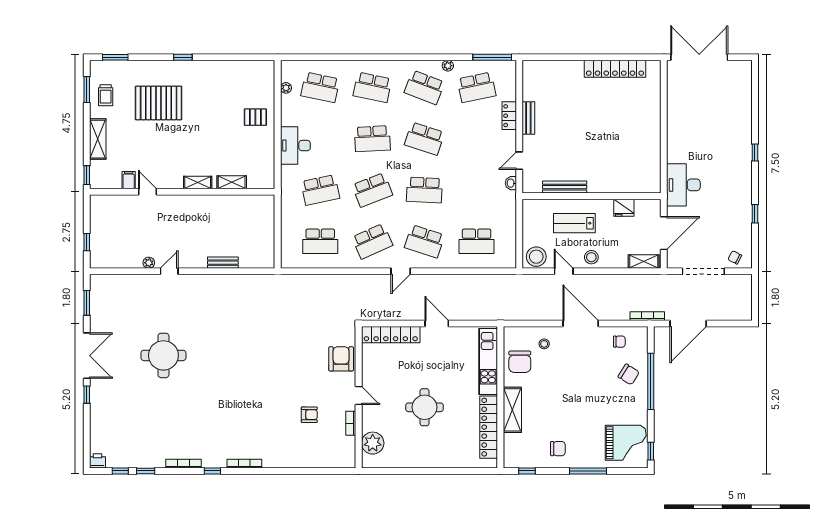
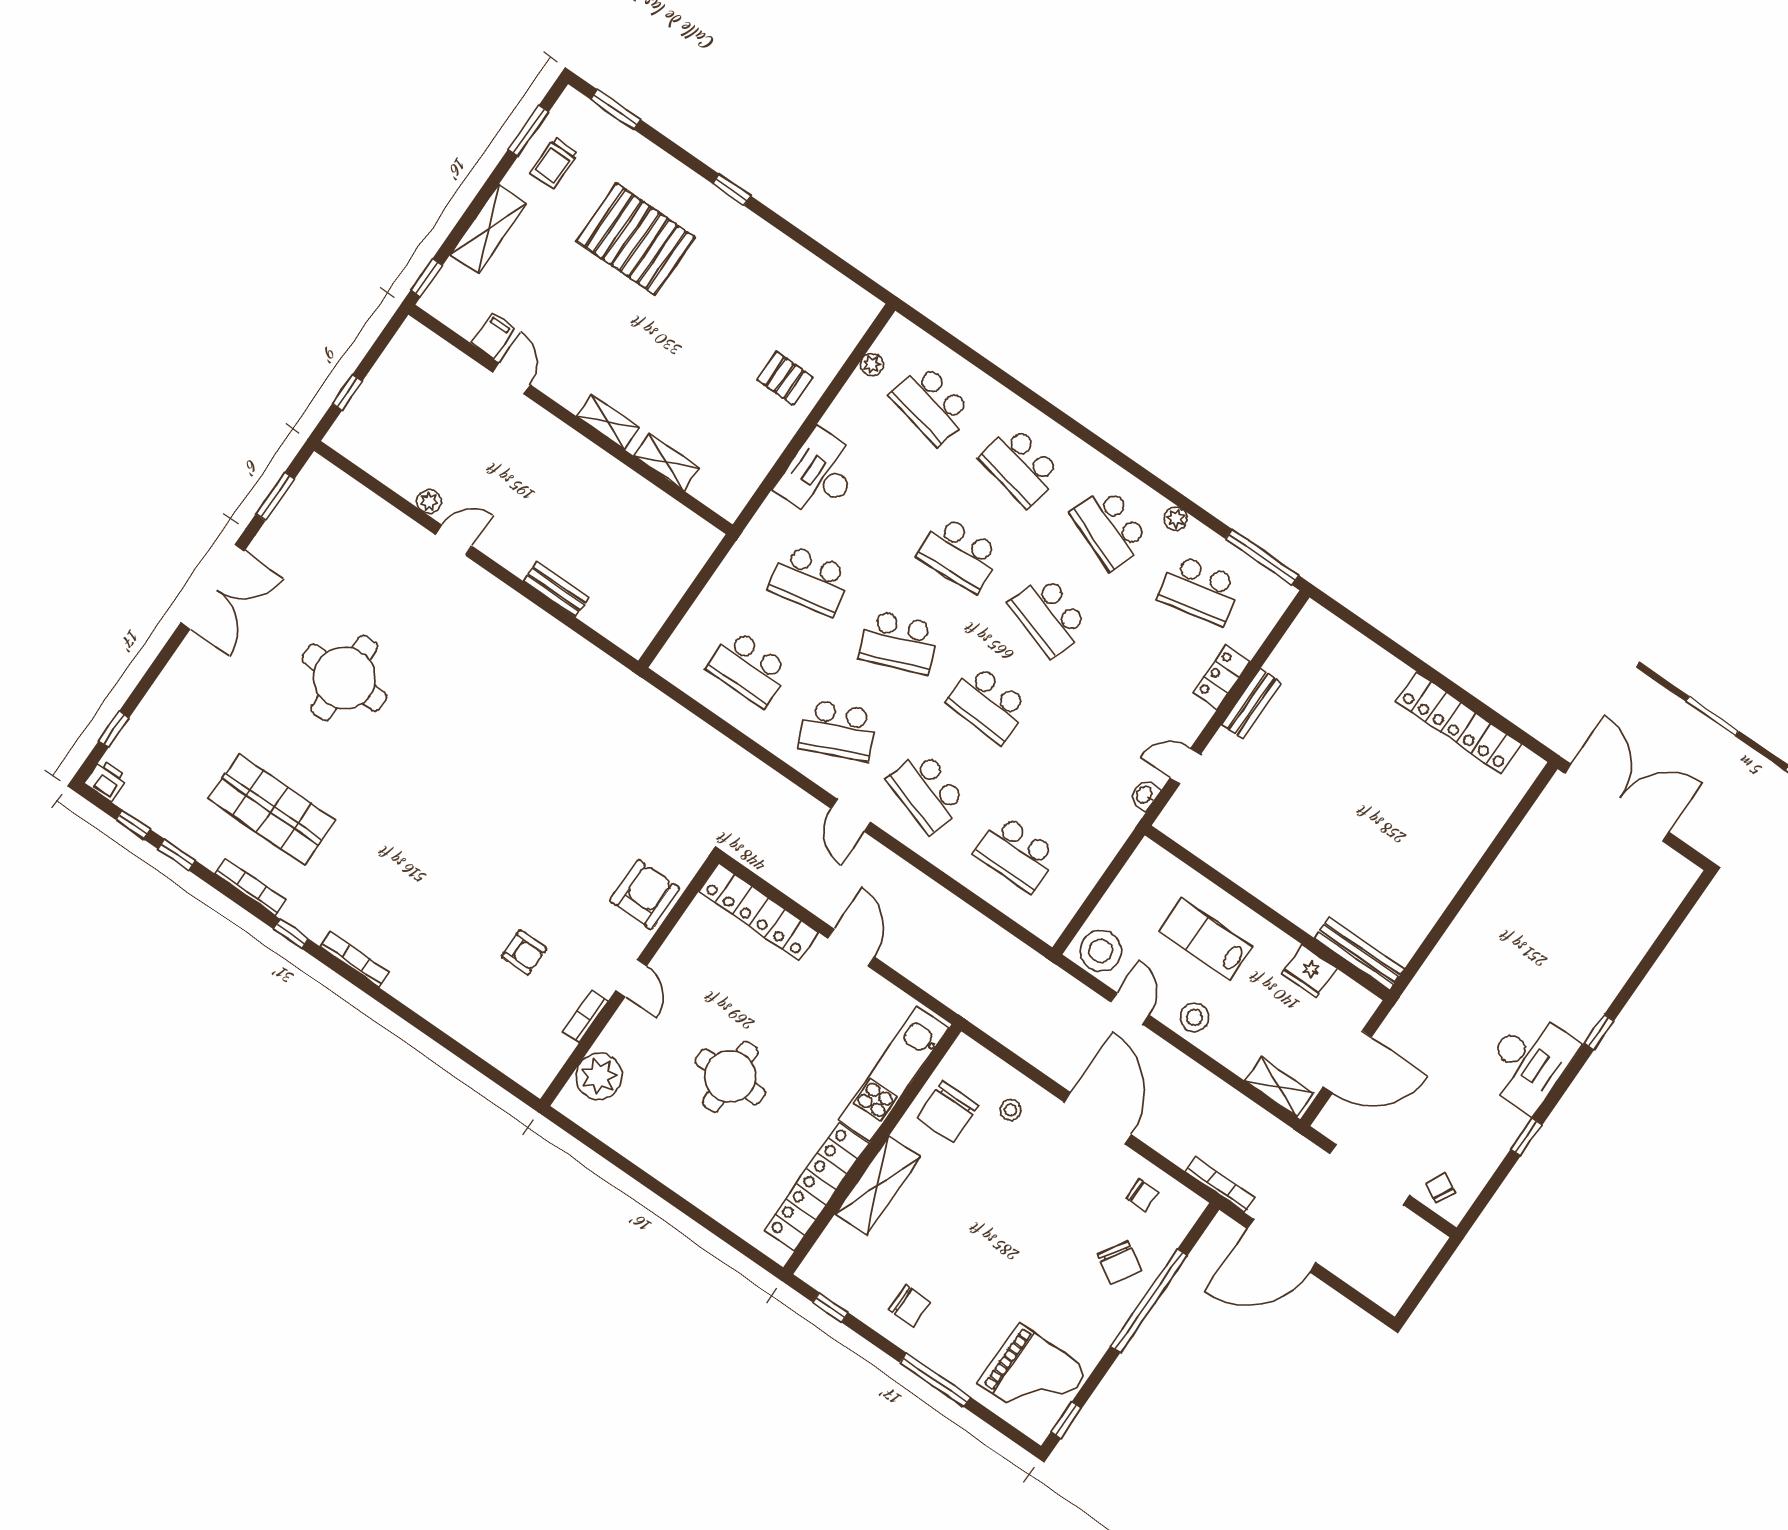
desk: (683, 185) -> (1529, 1061), moved, turned 180
bench: (565, 187) -> (1359, 954), moved
door: (401, 271) -> (851, 815), hinge flipped
window: (87, 395) -> (114, 729), moved
shop shelf: (171, 427) -> (272, 809), added

